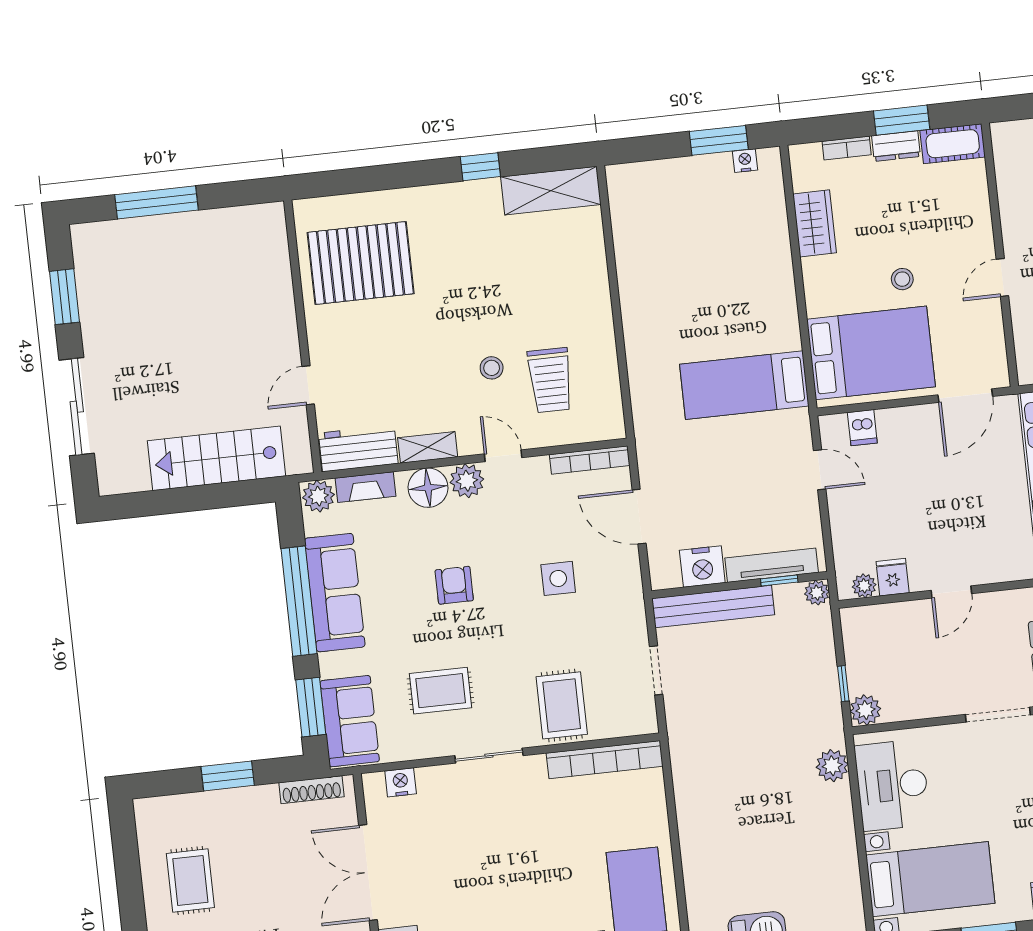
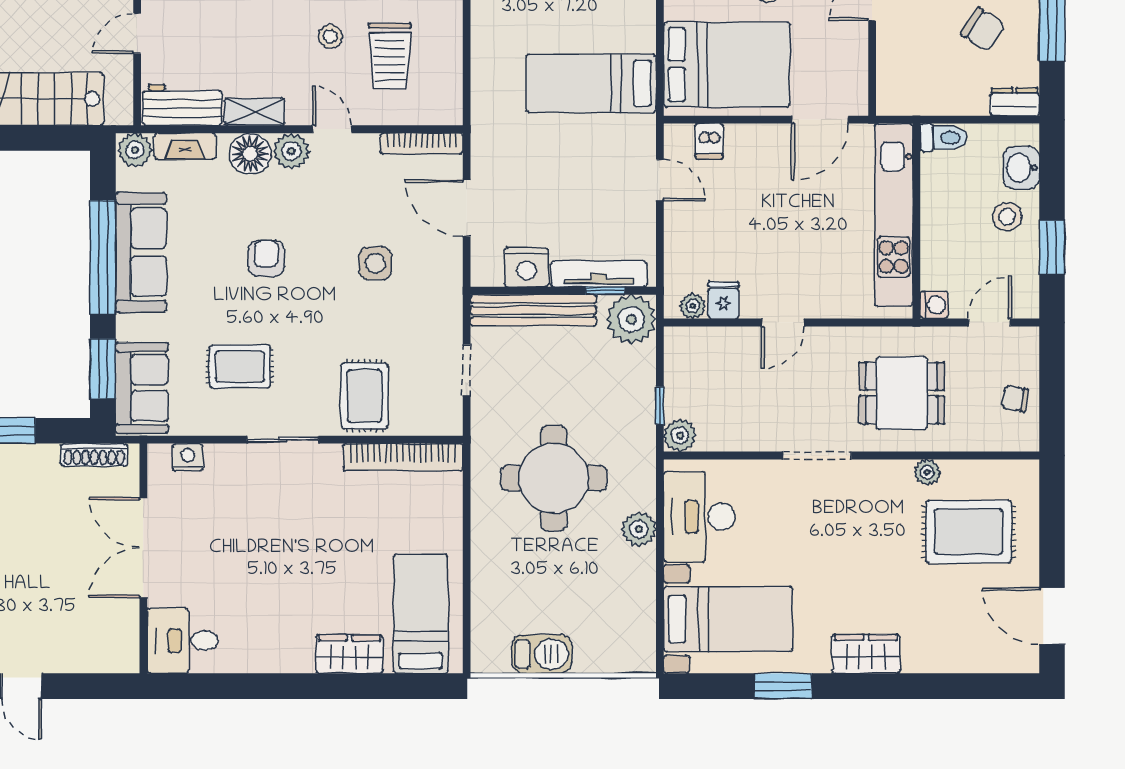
plant: (817, 593) -> (631, 319), width x1.87, depth x1.87
round table: (750, 764) -> (554, 478), added
plant: (832, 766) -> (639, 529), moved

